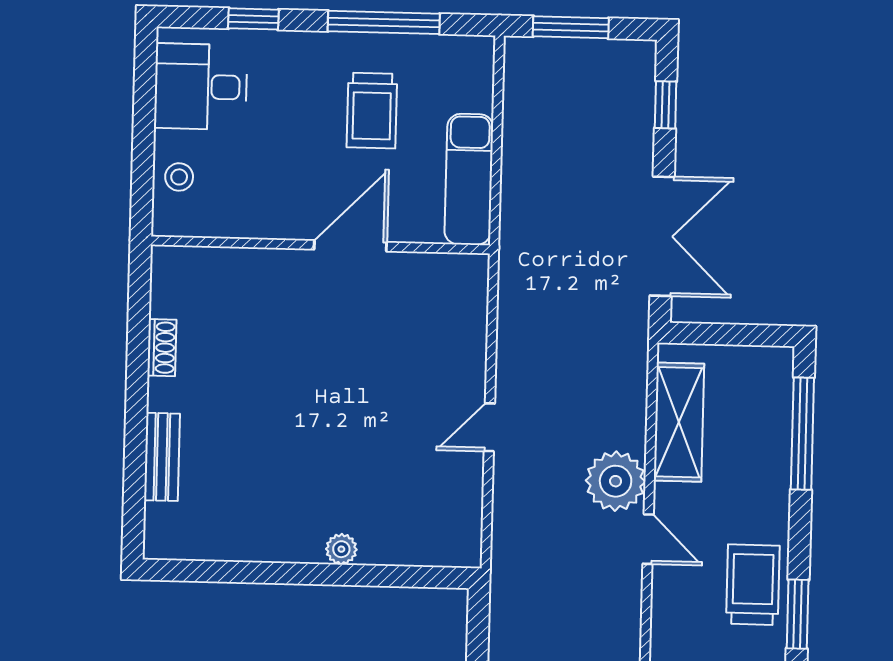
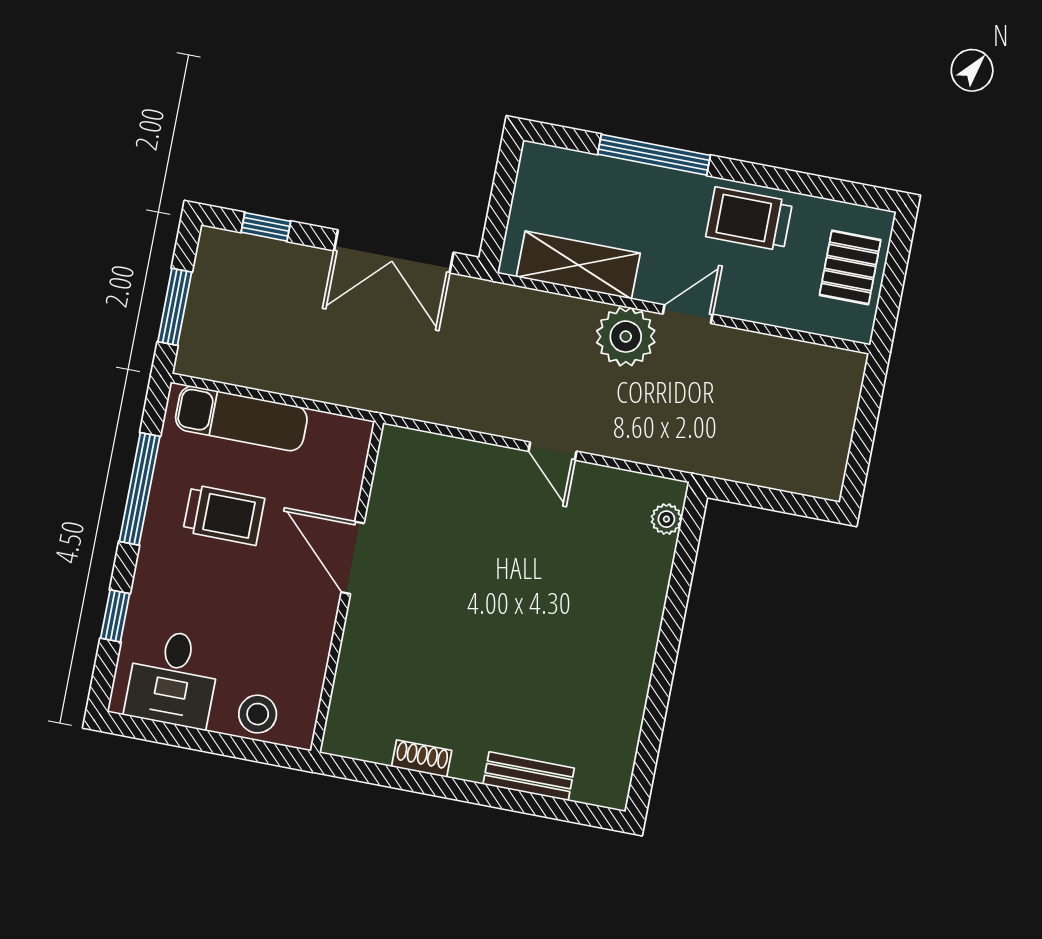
stool: (179, 177) -> (258, 714), width x1.37, depth x1.37
exam couch: (469, 179) -> (241, 418), moved
double door: (662, 236) -> (394, 251), swing flipped
window: (802, 434) -> (654, 155), moved
plant: (341, 549) -> (666, 519), moved
window: (798, 614) -> (785, 180), removed

